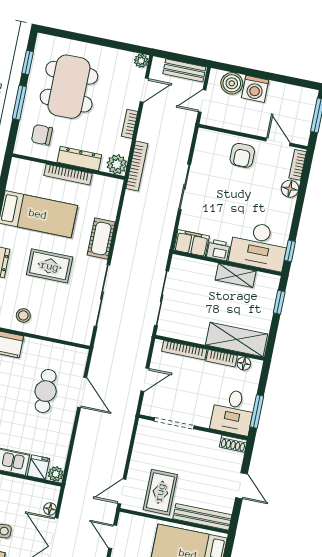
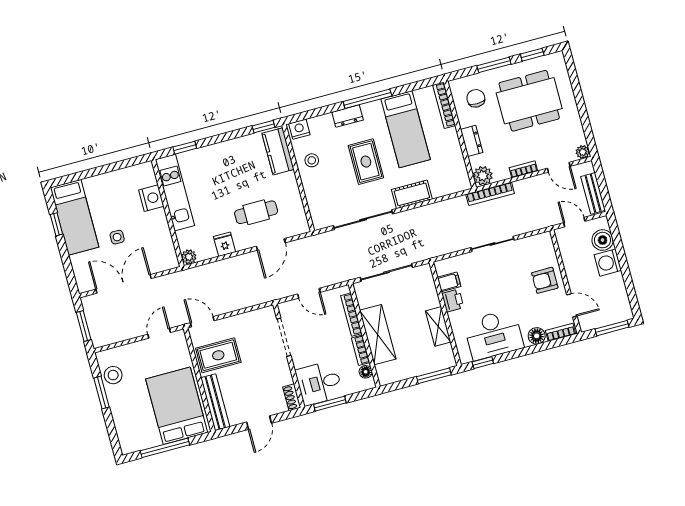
door: (278, 142) -> (572, 305), hinge flipped
dresser: (79, 159) -> (472, 141), width x0.70
bookcase: (68, 174) -> (444, 105), moved
filing cabinet: (192, 243) -> (449, 282), width x0.50
desk: (259, 246) -> (494, 335), moved, turned -90
window: (279, 302) -> (434, 376), width x1.50
shelving: (237, 339) -> (378, 335), moved
fridge: (39, 467) -> (225, 244), moved, turned -90
floor lamp: (50, 509) -> (156, 267), removed

